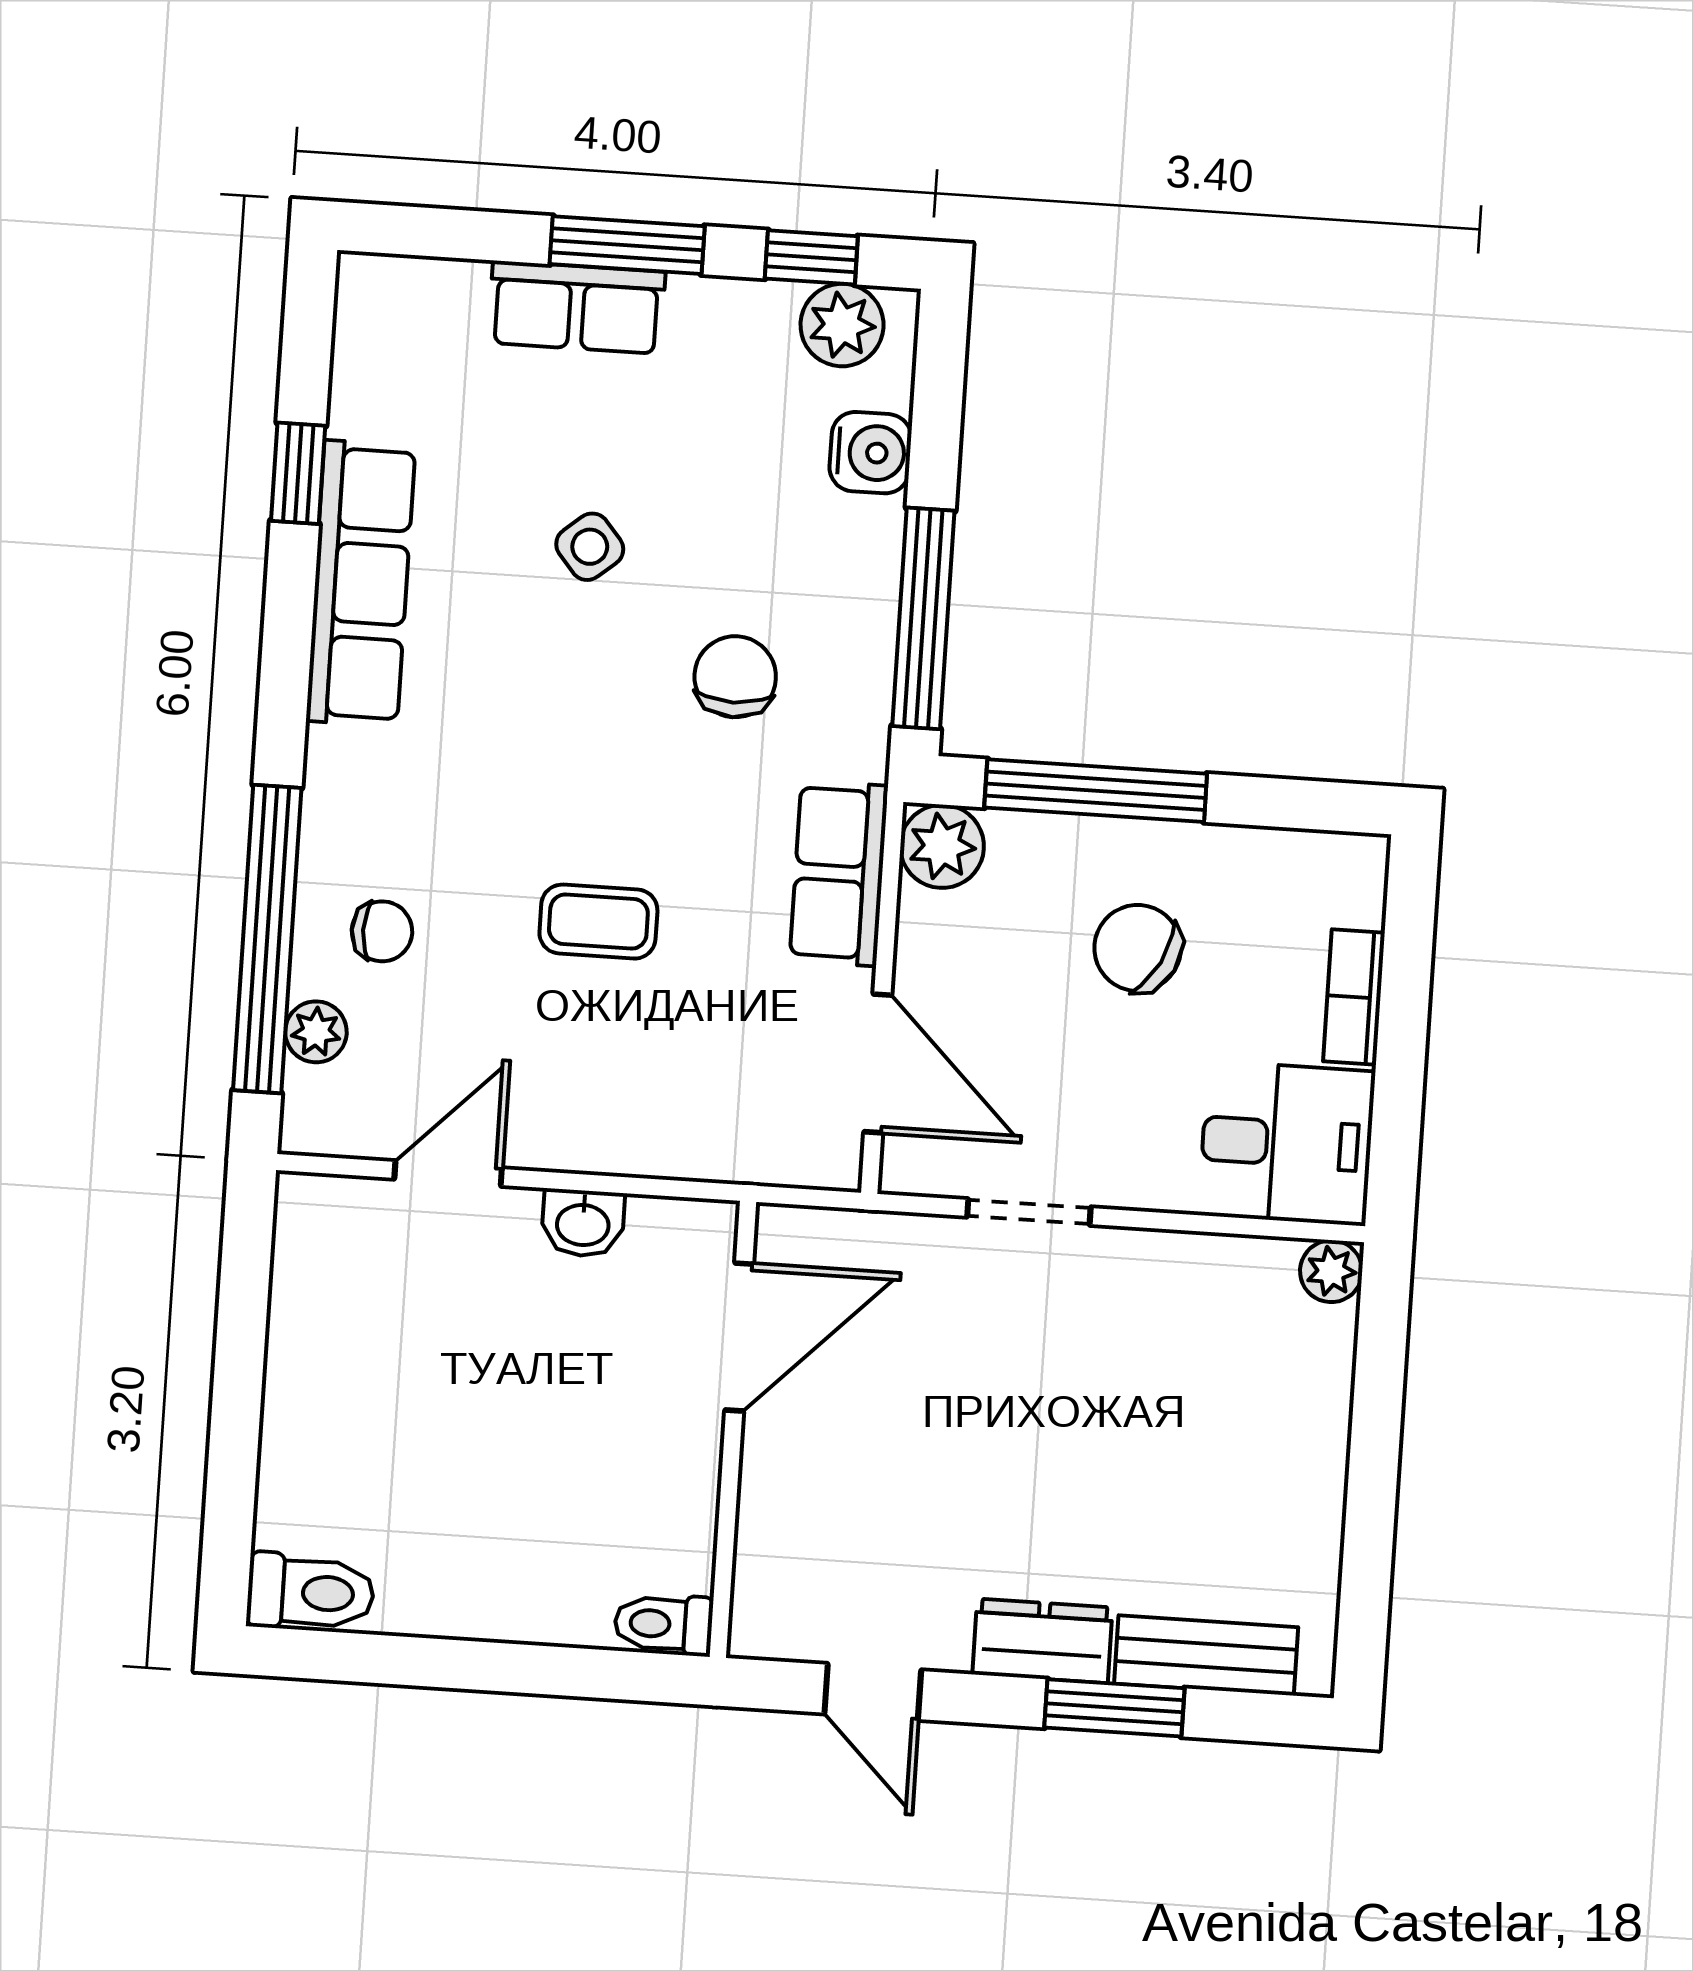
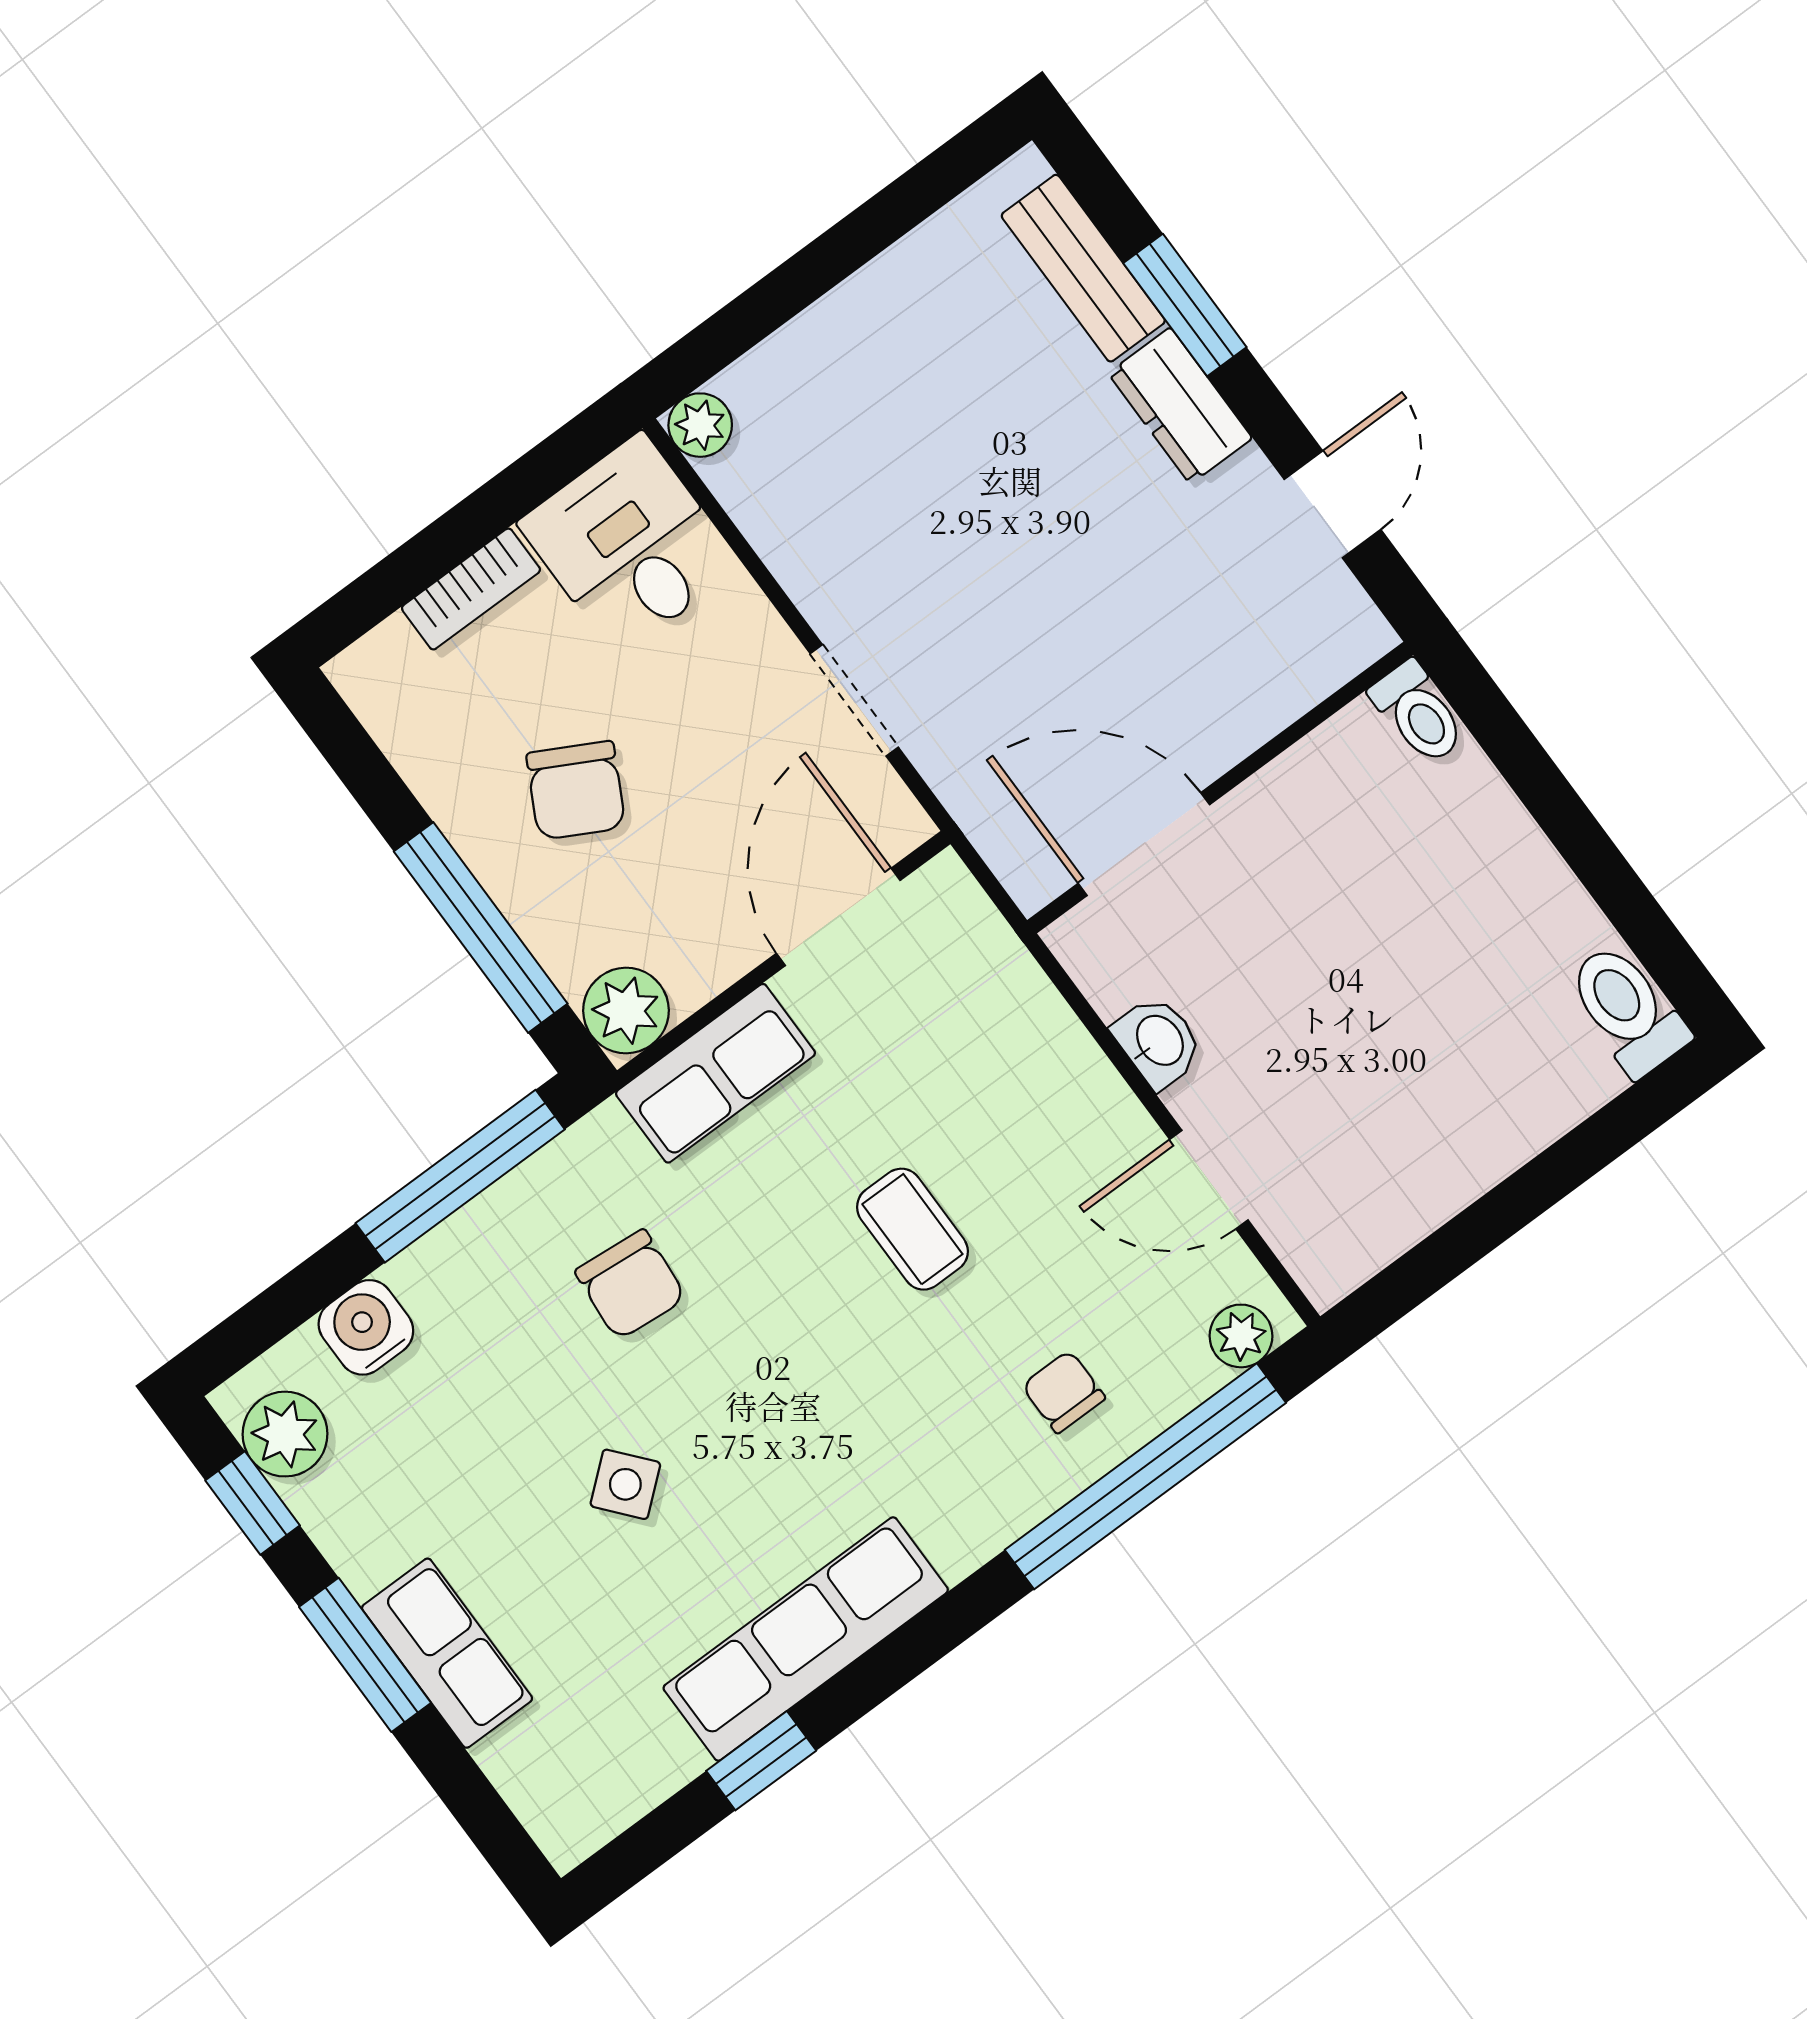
chair: (735, 677) -> (631, 1285), turned -85
plant: (316, 1032) -> (1241, 1336), moved

